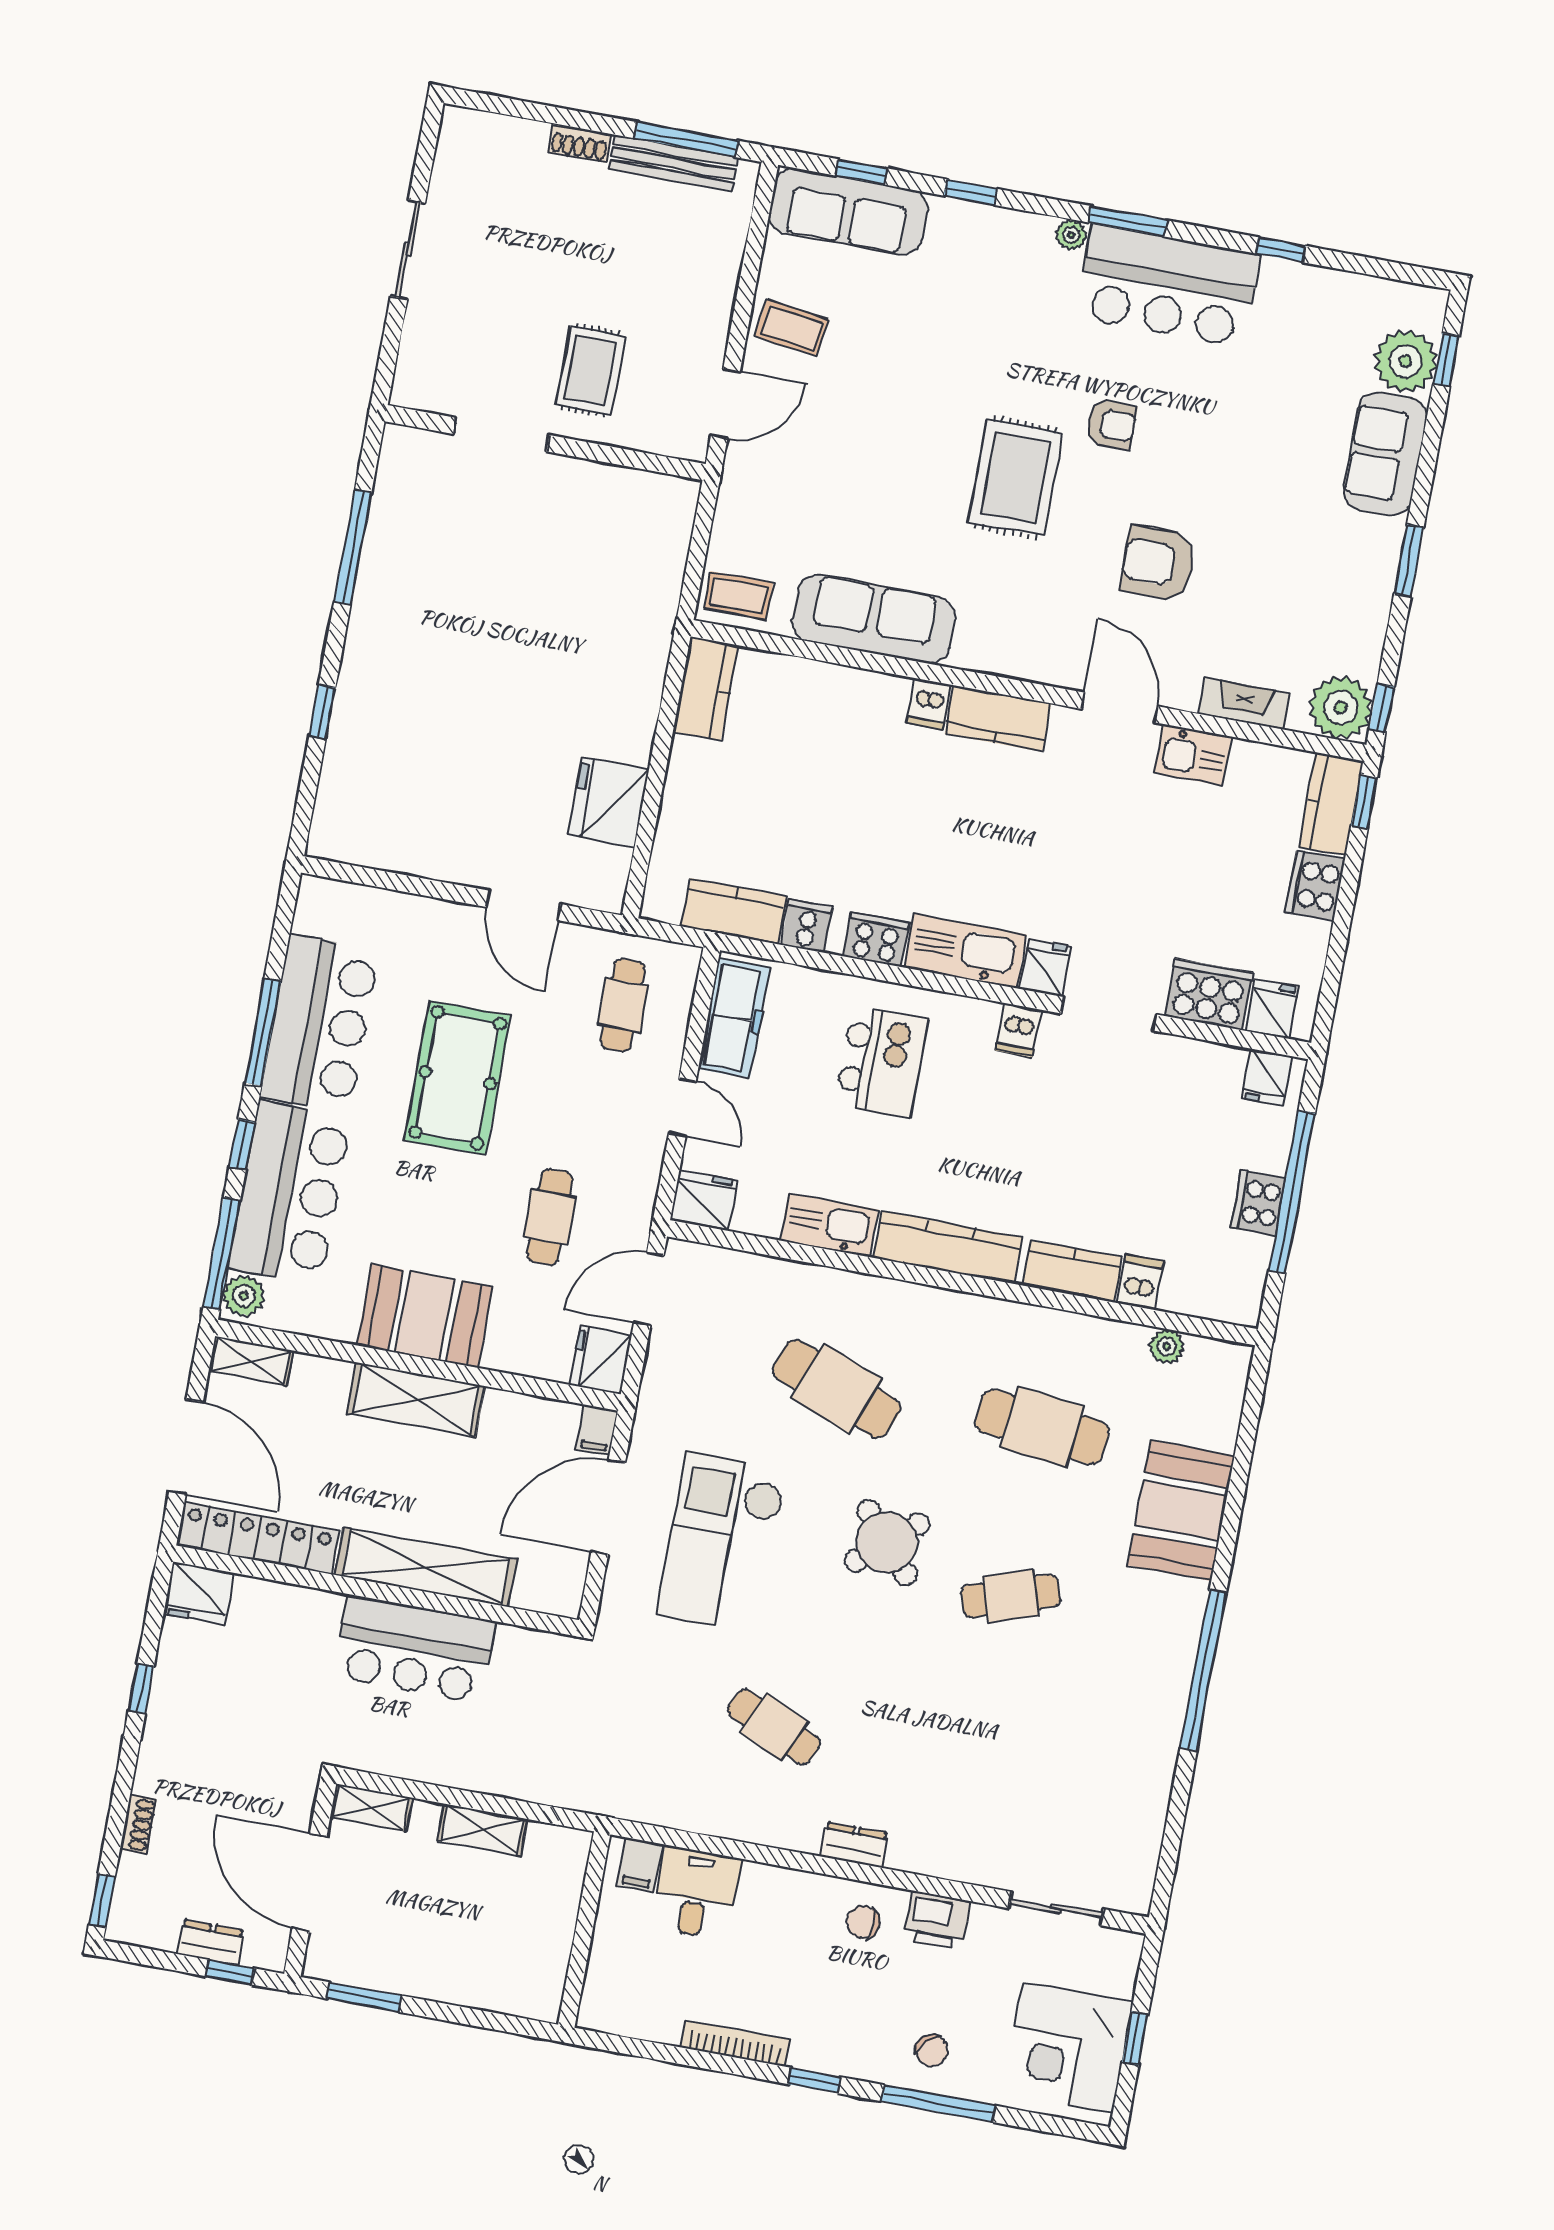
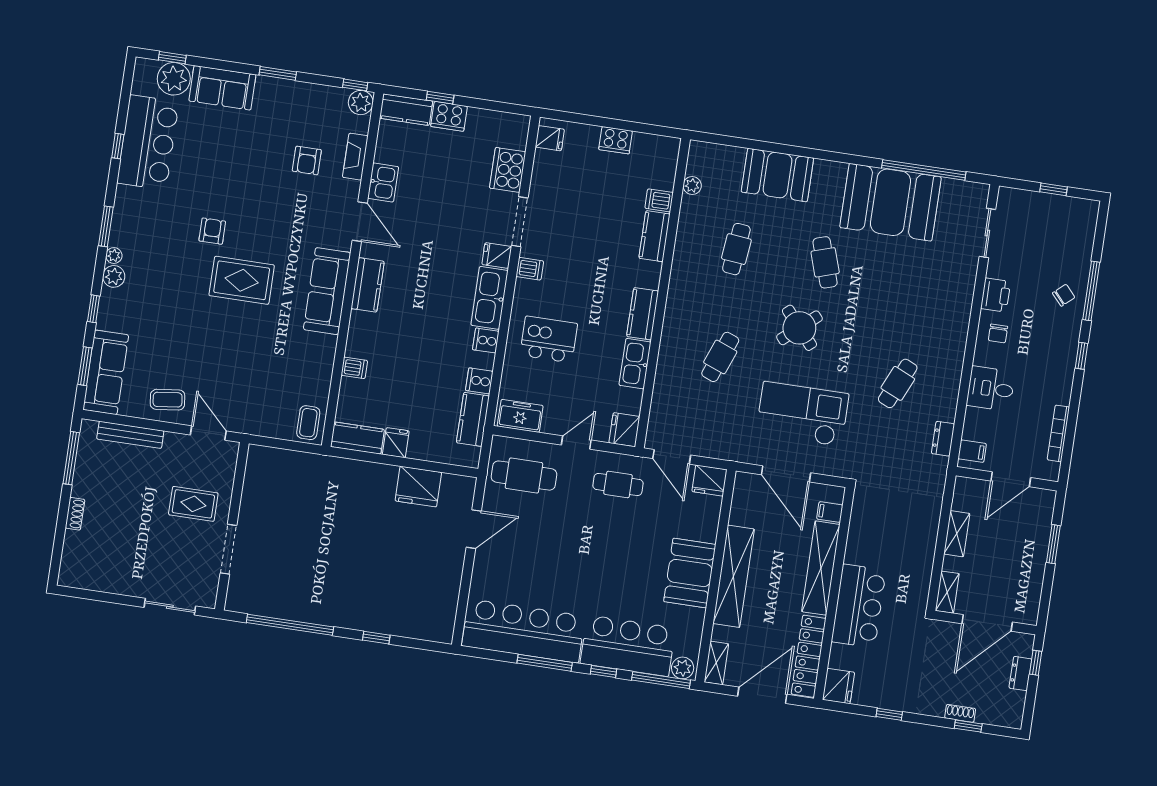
bench: (673, 163) -> (130, 435), moved, turned 90
window: (861, 172) -> (85, 366), width x1.50
plant: (1031, 233) -> (114, 276), added
sliding door: (408, 250) -> (170, 607), moved
bar counter: (1168, 286) -> (148, 142), moved
coffee table: (792, 328) -> (168, 400), turned 75
window: (353, 547) -> (290, 625), width x1.46
armchair: (1158, 563) -> (307, 160), moved, width x0.72, depth x0.72
sofa: (873, 619) -> (327, 291), moved
dishwasher: (929, 704) -> (354, 368), moved
door: (1120, 708) -> (360, 222), swing flipped
plant: (1341, 708) -> (361, 103), width x0.73, depth x0.73
window: (1364, 802) -> (440, 98), moved
cooker: (876, 940) -> (486, 340), width x0.73
cafe table: (623, 1005) -> (524, 476), width x1.37, depth x1.35
fridge: (1272, 1009) -> (396, 443), moved, turned 90
freezer: (734, 1018) -> (520, 416), width x0.71
bar counter: (320, 1023) -> (523, 631), width x1.36
pool table: (458, 1078) -> (565, 560), removed
window: (1292, 1192) -> (609, 123), removed
cafe table: (550, 1217) -> (618, 484), moved
kitchen counter: (948, 1247) -> (643, 314), width x0.67
cafe table: (837, 1389) -> (720, 357), width x0.73, depth x0.74
shelving: (416, 1400) -> (734, 576), width x1.47
cafe table: (1042, 1427) -> (736, 249), width x0.73, depth x0.74
filing cabinet: (597, 1430) -> (830, 512), moved, turned 180
checkout: (722, 1542) -> (802, 414), turned 180
bar counter: (414, 1649) -> (859, 606), moved
window: (1203, 1670) -> (924, 170), moved
booth: (1121, 1725) -> (890, 202), added
dresser: (854, 1845) -> (943, 439), moved
desk: (696, 1893) -> (991, 389), moved
window: (102, 1901) -> (968, 726), moved
door: (583, 1937) -> (1011, 479), added
window: (364, 1997) -> (1053, 544), moved
bookcase: (735, 2044) -> (1058, 433), moved
corner desk: (1068, 2048) -> (1060, 224), removed

